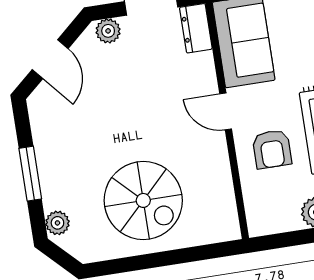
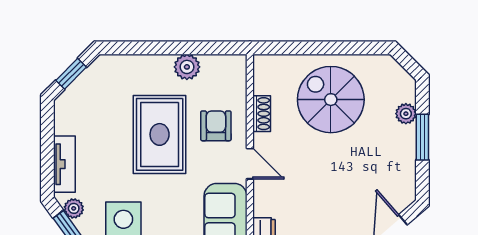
shoe rack: (221, 172) -> (262, 114), added
plant: (57, 223) -> (406, 114), moved

